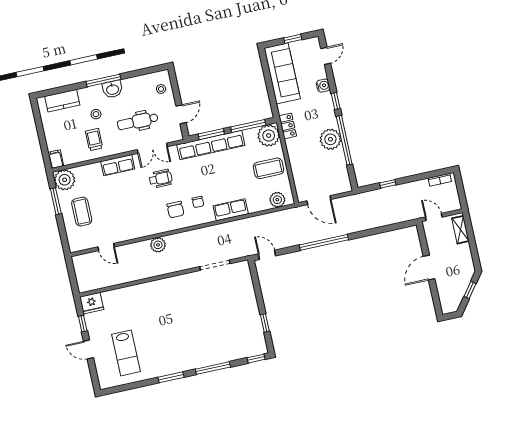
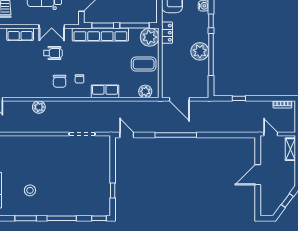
stool: (169, 344) -> (30, 190), added

